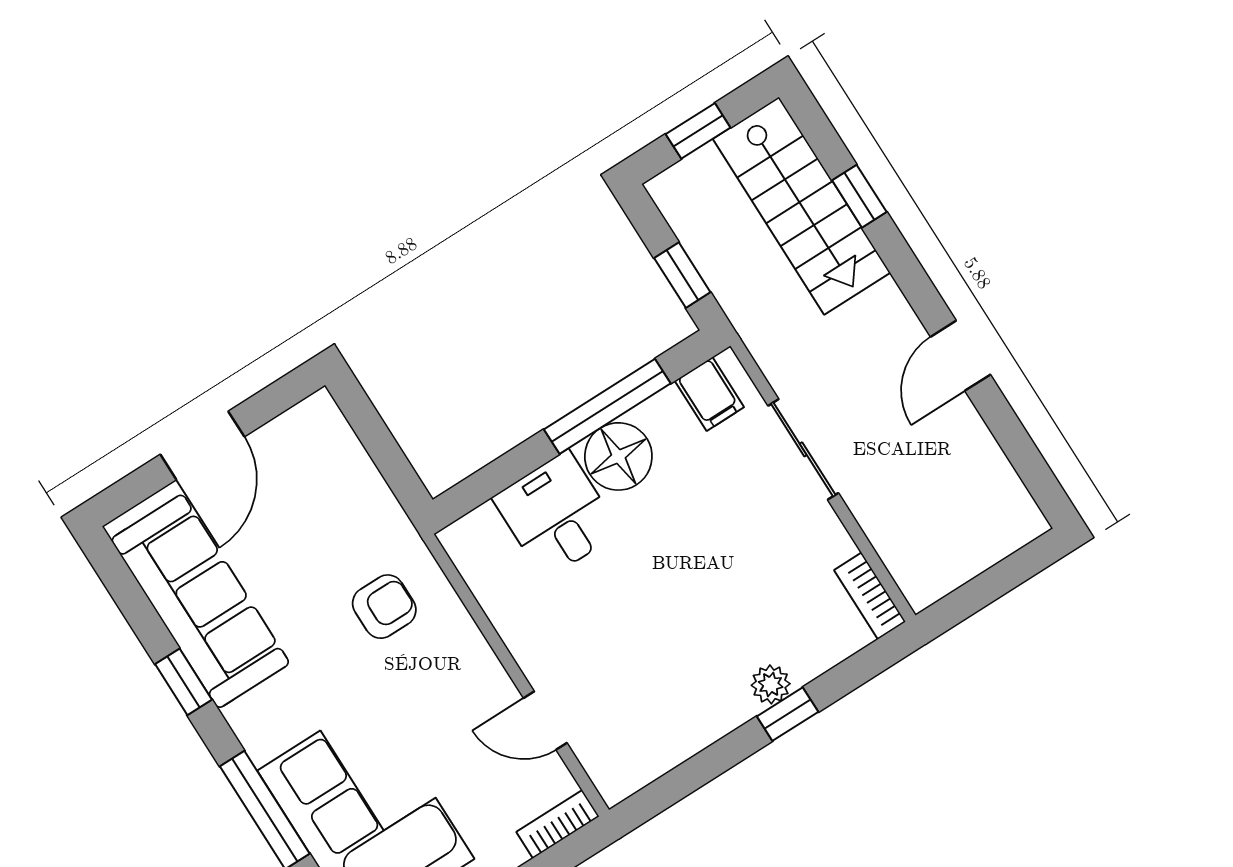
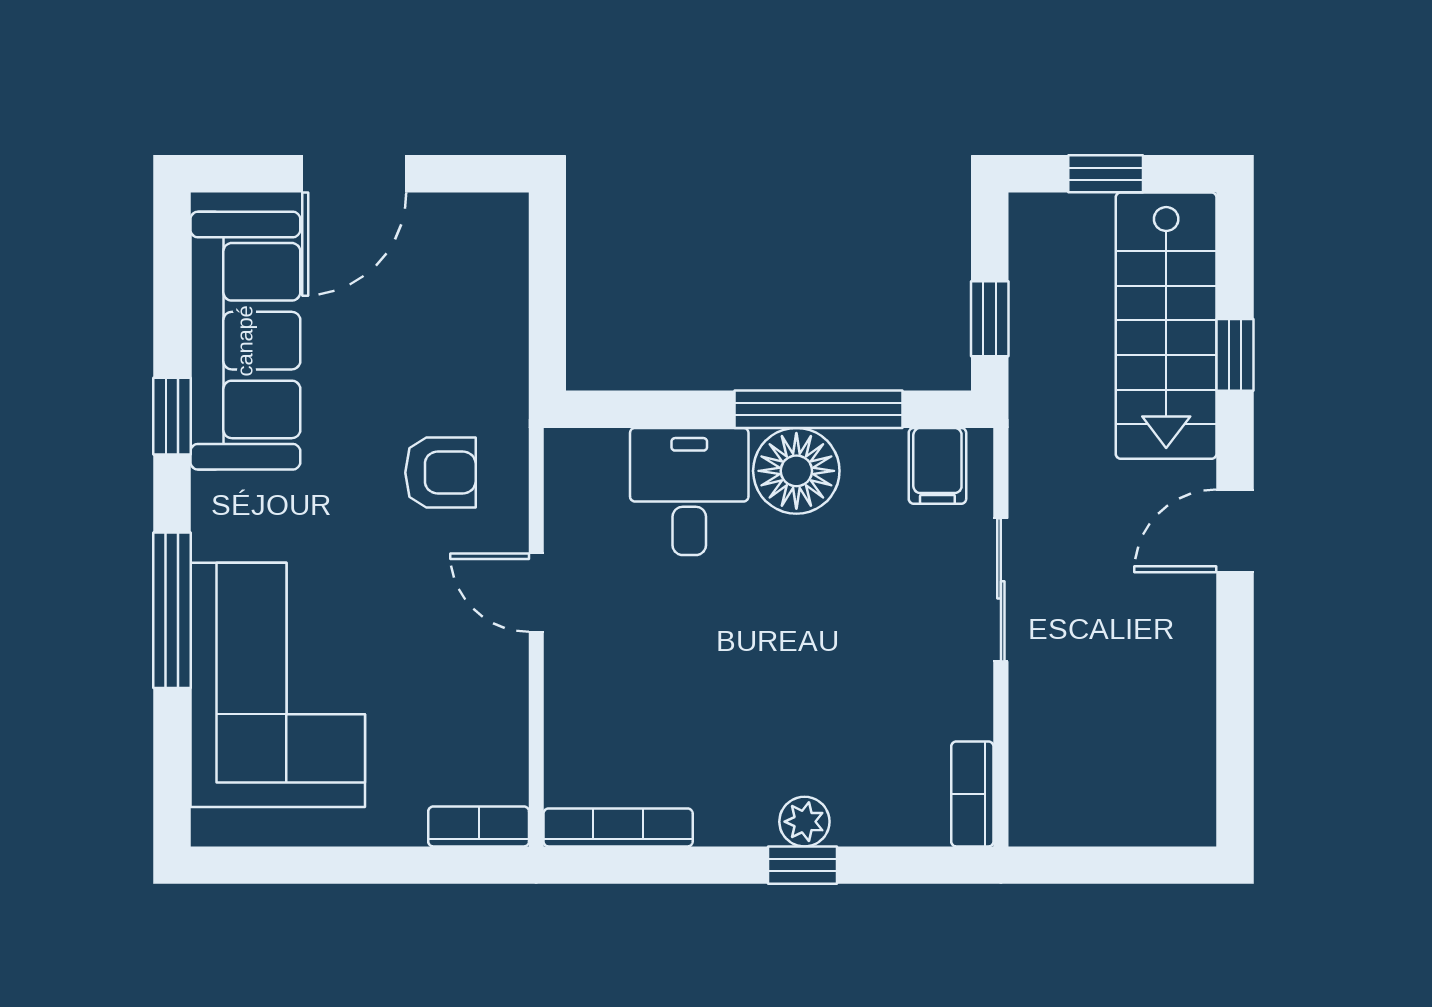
door: (961, 356) -> (1235, 531), moved
door: (545, 721) -> (536, 593), moved
bookcase: (650, 766) -> (618, 827), added

